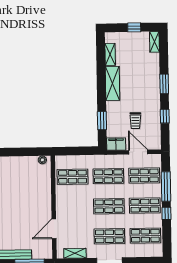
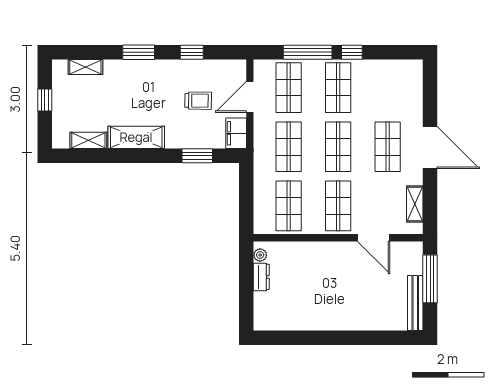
shelving: (154, 42) -> (85, 67), moved
dresser: (29, 161) -> (261, 277), added
shop shelf: (145, 236) -> (338, 206), moved

